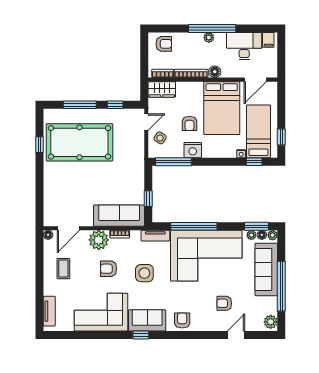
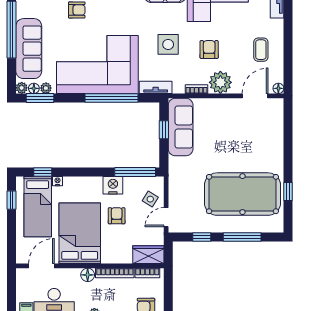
sofa: (119, 216) -> (181, 127), moved, turned -90
armchair: (109, 269) -> (209, 49), turned -90

